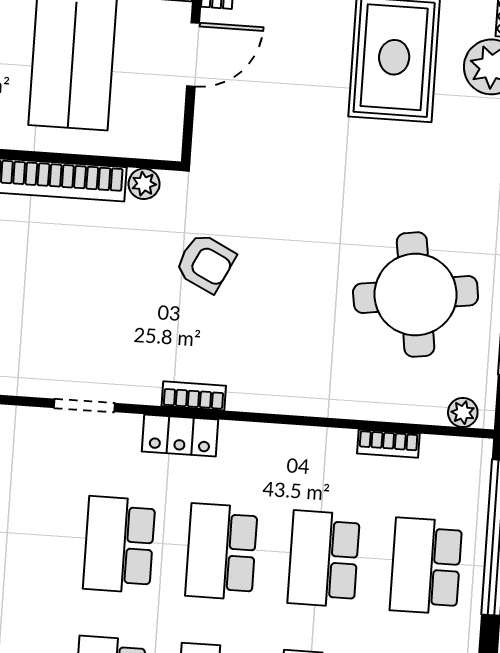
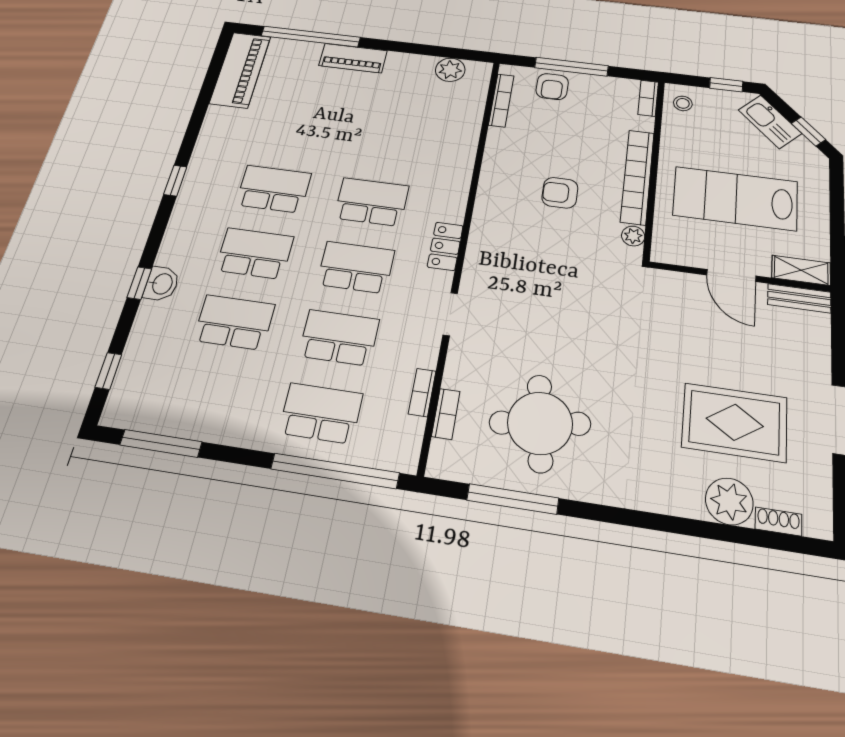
armchair: (205, 263) -> (560, 193), moved, turned 64
bookcase: (194, 396) -> (446, 414), moved
doorway: (84, 405) -> (450, 314), moved
plant: (463, 412) -> (441, 453), removed

